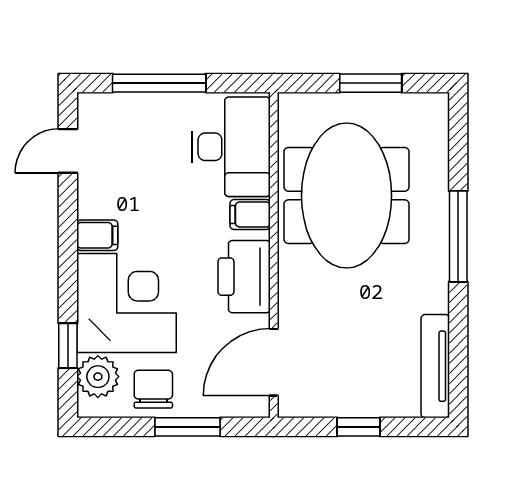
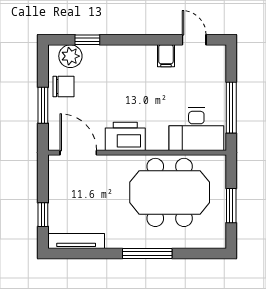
window: (159, 83) -> (231, 108), moved
filing cabinet: (250, 214) -> (159, 140), removed
filing cabinet: (97, 235) -> (166, 56), moved
corner desk: (126, 303) -> (111, 72), removed
window: (358, 427) -> (43, 215), moved

